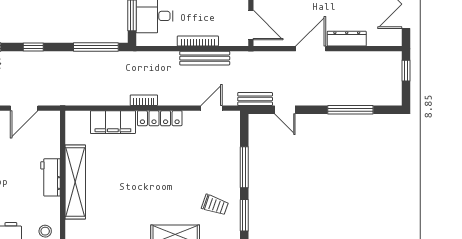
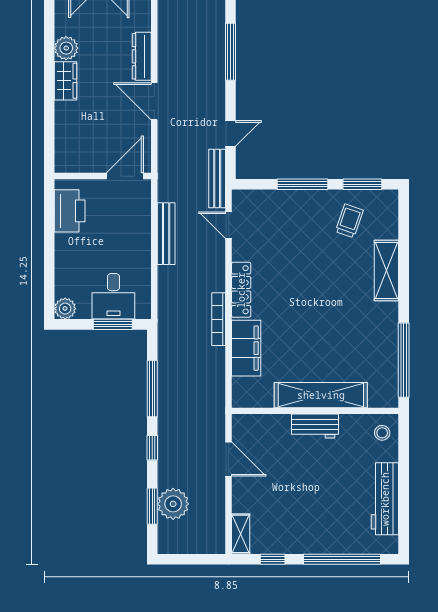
bookcase: (198, 41) -> (145, 242), removed
window: (96, 47) -> (152, 388), moved
bench: (255, 99) -> (217, 179), width x1.36
bookcase: (144, 100) -> (219, 319), width x1.56

